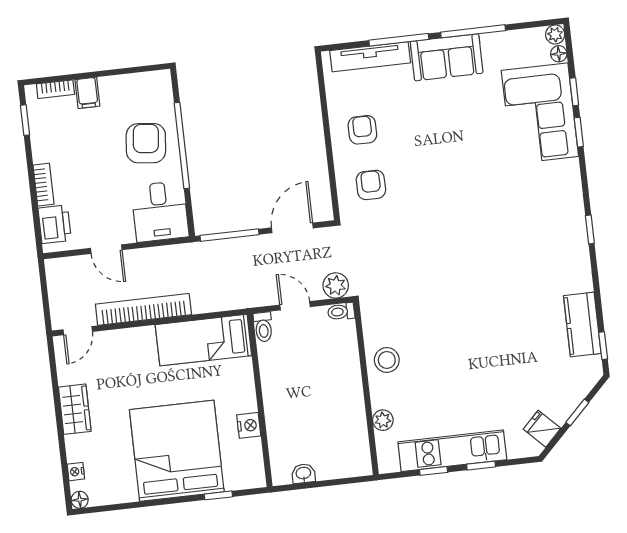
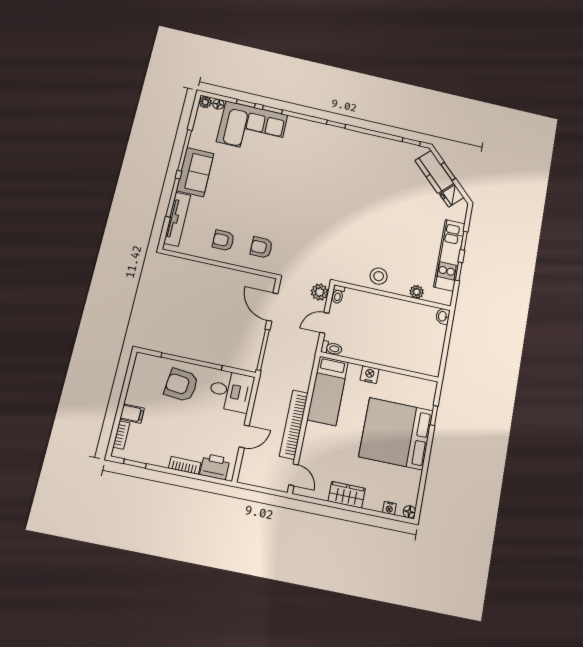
kitchen counter: (582, 325) -> (435, 172), moved, turned 45
nightstand: (249, 425) -> (370, 375), moved
washbasin: (303, 474) -> (443, 316), moved

